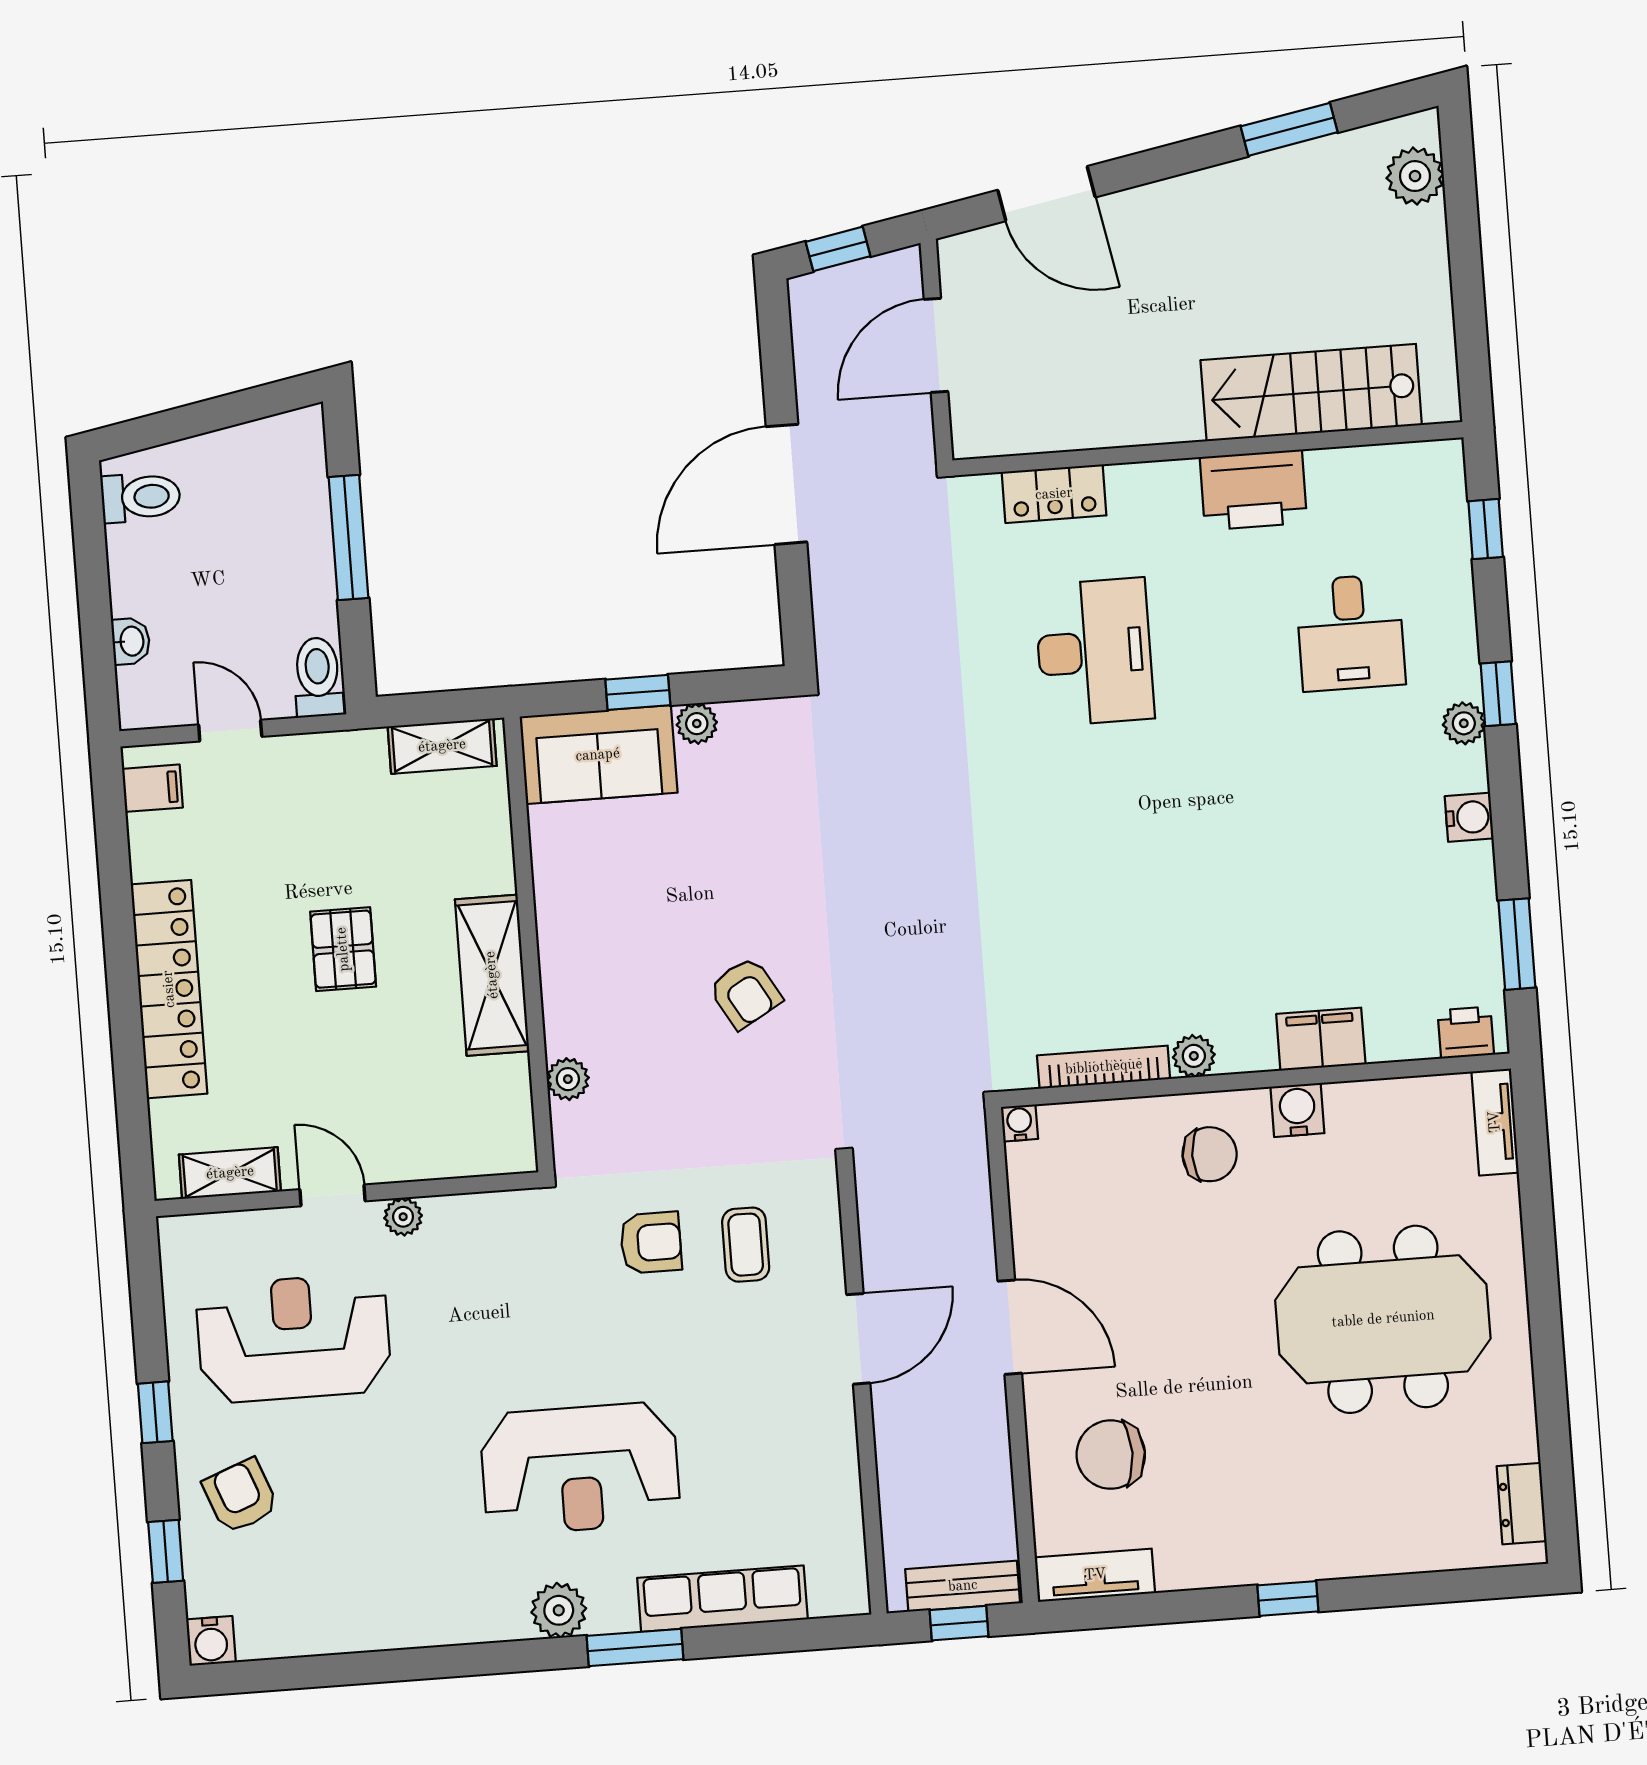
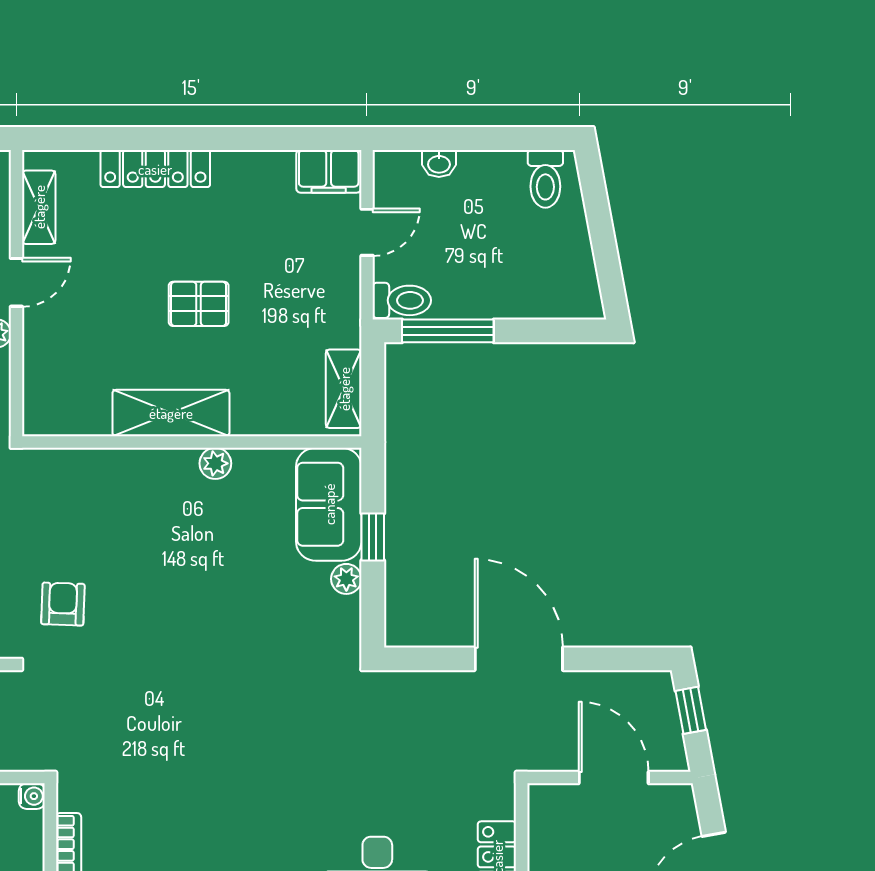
window: (348, 538) -> (448, 331), moved
filing cabinet: (152, 788) -> (329, 171), width x2.00
locker: (169, 989) -> (155, 169), width x0.71, depth x0.83
armchair: (745, 993) -> (63, 604), moved, turned 122
plant: (568, 1079) -> (215, 463), moved

